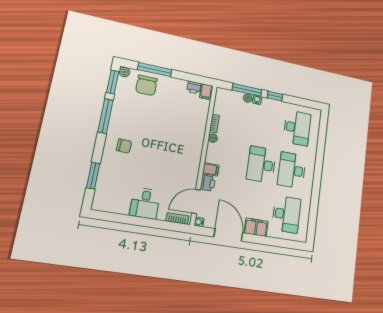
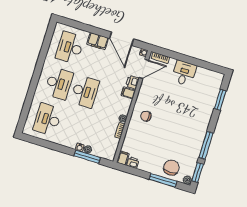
window: (275, 96) -> (63, 149), removed
chair: (124, 146) -> (146, 116), moved

